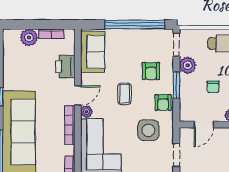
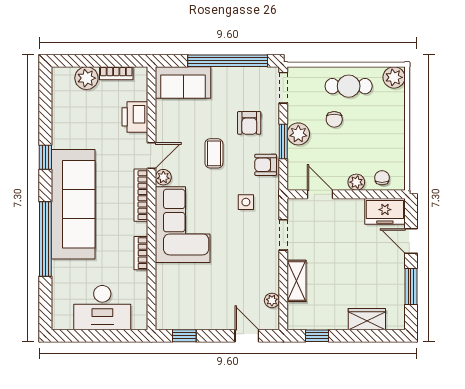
sofa: (93, 52) -> (183, 83), moved, turned 90
plant: (188, 65) -> (298, 134), moved
chair: (213, 87) -> (334, 119), moved
armchair: (163, 102) -> (266, 165), turned 90
door: (204, 125) -> (320, 194), swing flipped
side table: (148, 130) -> (246, 202), width x0.54, depth x0.54

